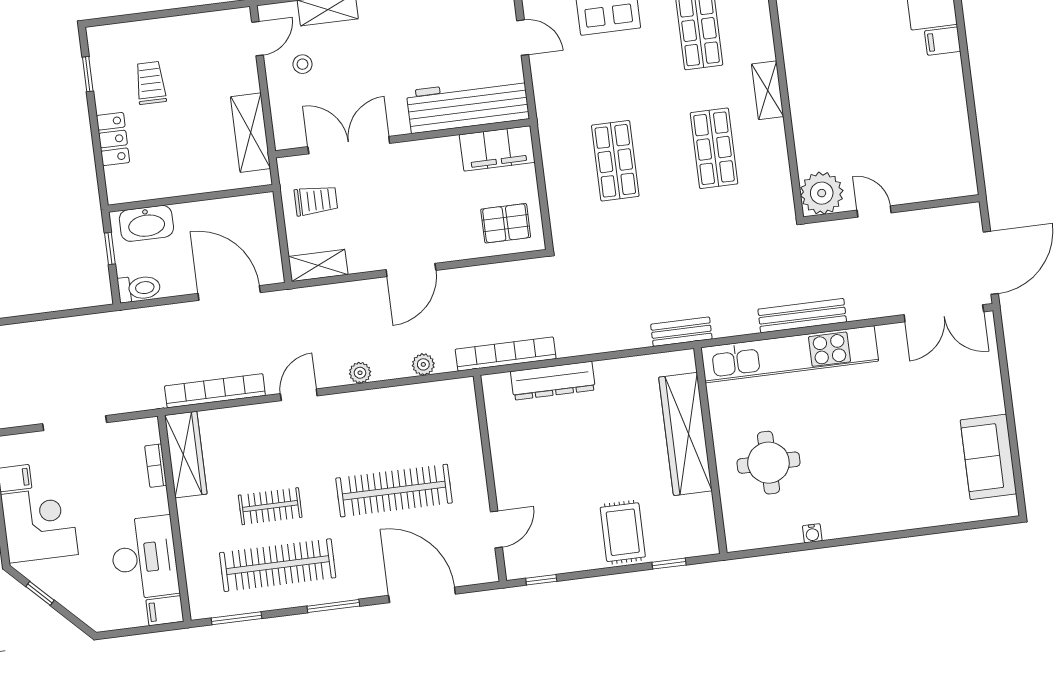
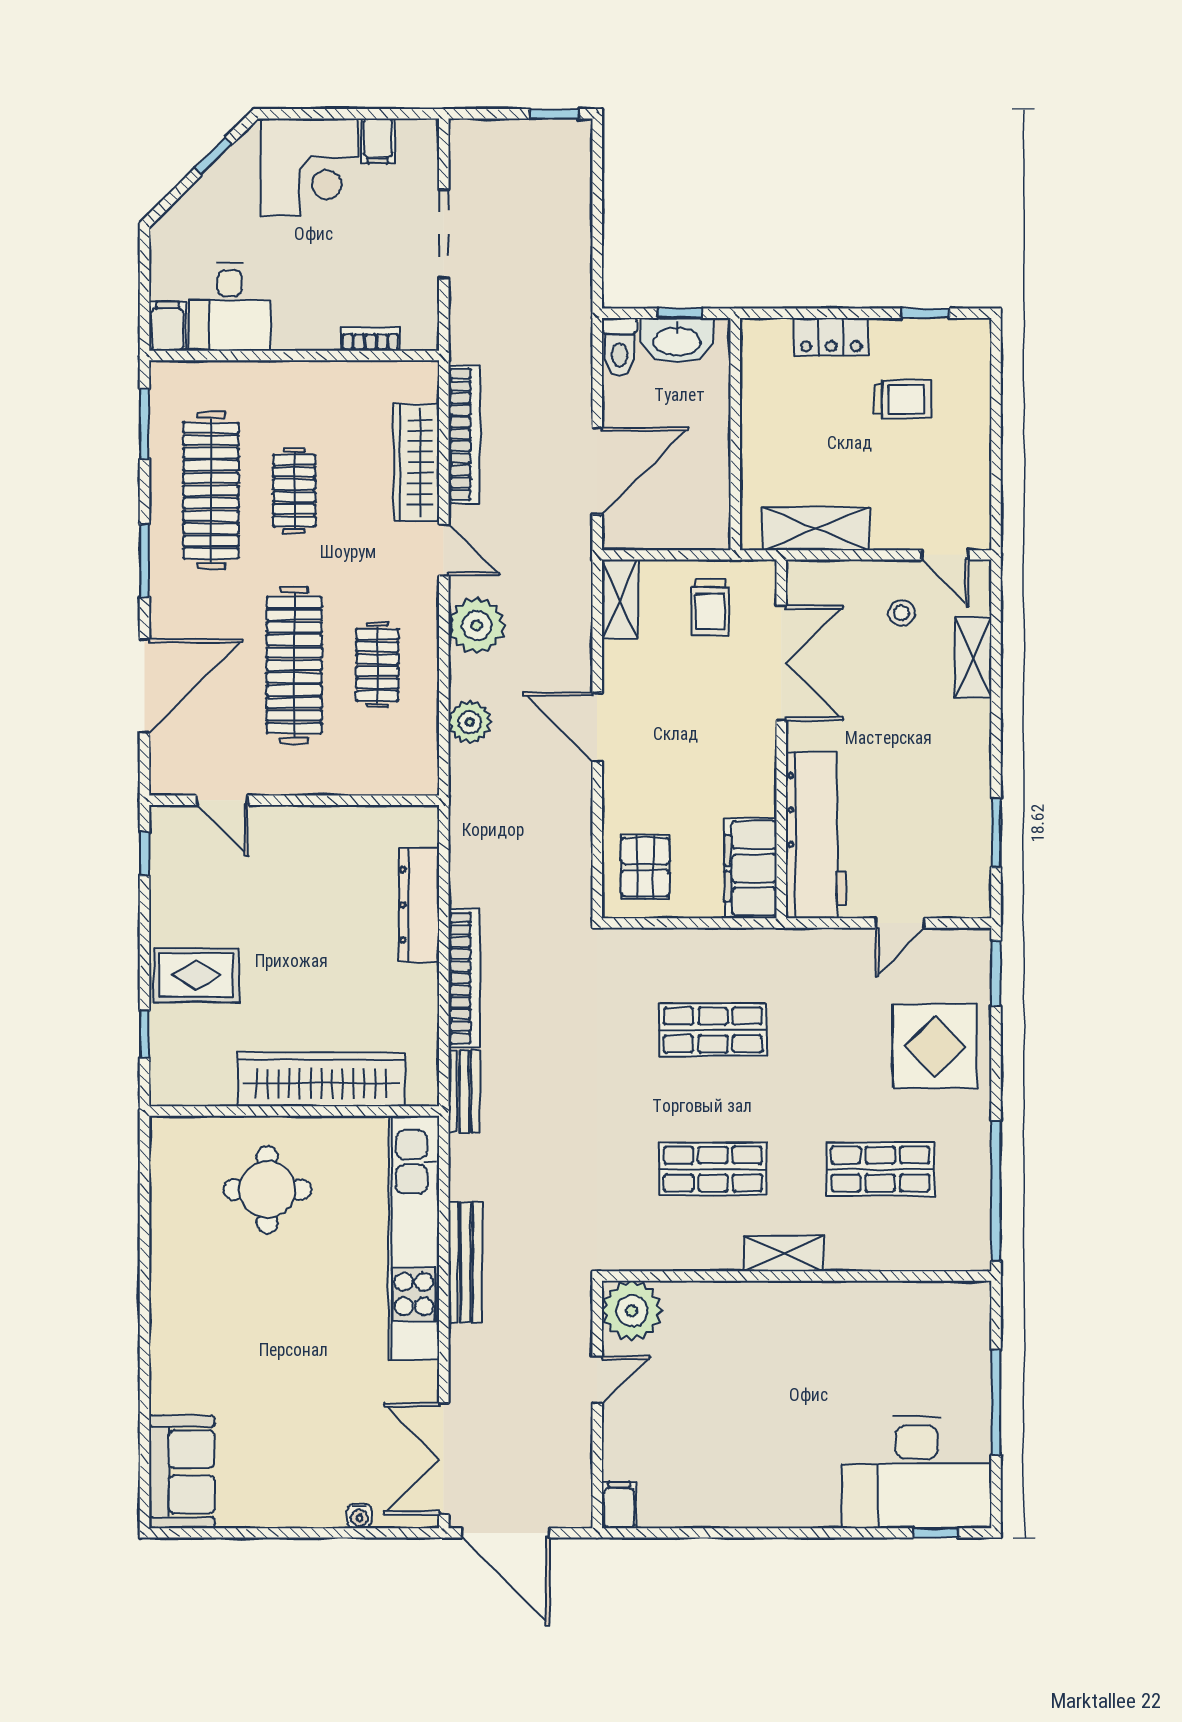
filing cabinet: (943, 41) -> (619, 1505), moved
washbasin: (146, 223) -> (677, 340), moved, turned -90
bookcase: (506, 354) -> (464, 978), moved
plant: (423, 364) -> (470, 722), width x1.38, depth x1.38
plant: (360, 373) -> (477, 625), width x1.88, depth x1.88
clothes rail: (387, 432) -> (377, 665), added
wardrobe: (186, 455) -> (416, 462), moved, turned 90
sofa: (988, 457) -> (182, 1472), moved, turned 90
water cooler: (812, 533) -> (359, 1516), moved, turned -90
desk: (144, 558) -> (230, 307), width x0.73

